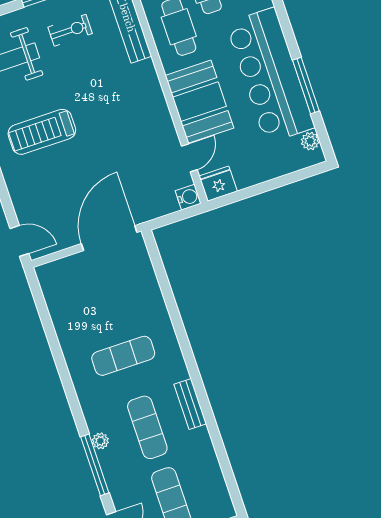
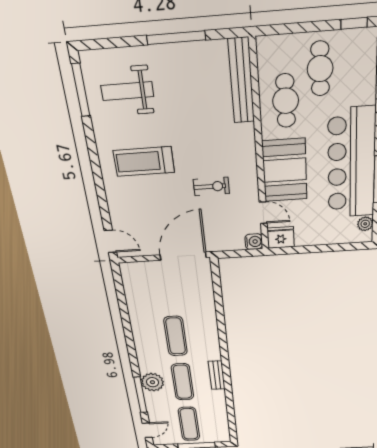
exercise bike: (70, 30) -> (211, 187), moved
door: (189, 158) -> (263, 213), hinge flipped
exercise mat: (123, 356) -> (176, 336), turned 90
plant: (100, 441) -> (152, 382), width x1.87, depth x1.87

